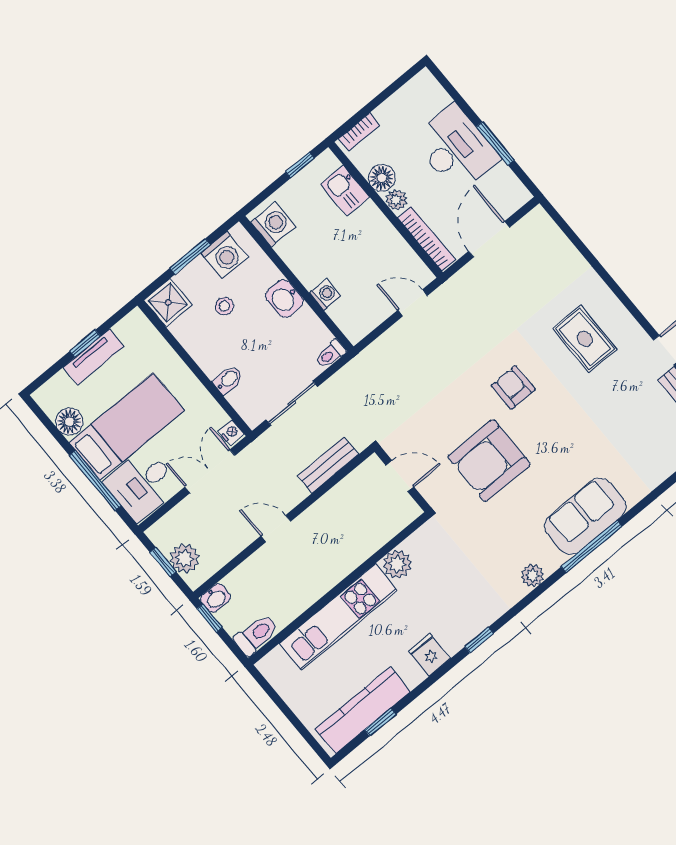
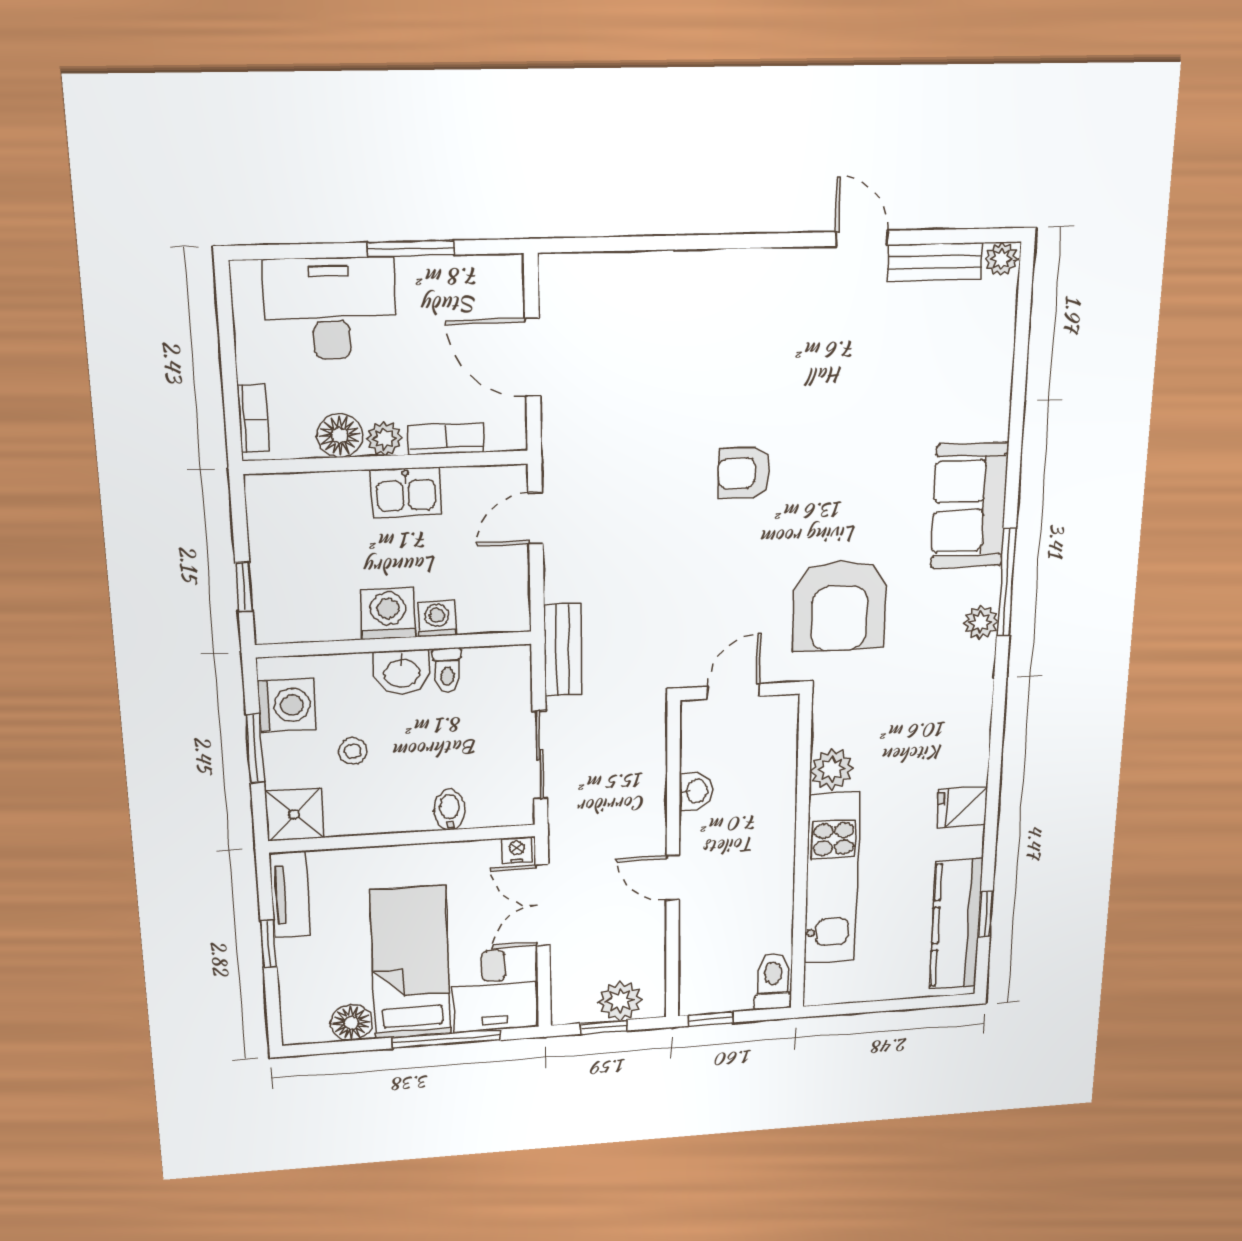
desk: (456, 149) -> (331, 309), moved
window: (300, 165) -> (244, 587), moved
kitchen sink: (345, 191) -> (406, 492), moved
washing machine: (273, 224) -> (388, 614), moved
bookcase: (426, 239) -> (446, 439), width x0.64
rug: (585, 339) -> (760, 334), removed
toilet: (330, 354) -> (447, 670), moved
tv unit: (94, 357) -> (290, 894), moved
armchair: (489, 461) -> (840, 606), moved
bench: (328, 465) -> (563, 650), moved
door: (276, 529) -> (673, 878), hinge flipped
window: (592, 547) -> (1006, 582), moved
washbasin: (216, 598) -> (696, 791), moved
window: (479, 640) -> (996, 739), removed

